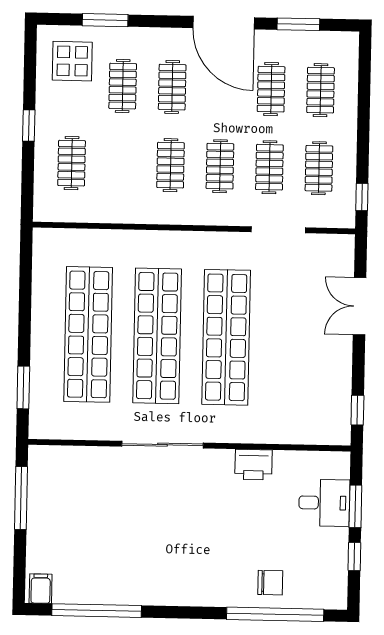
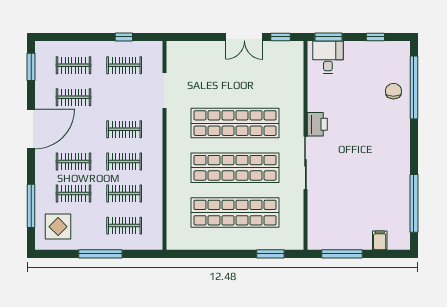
window: (105, 20) -> (31, 206), width x1.44
window: (298, 24) -> (31, 67), moved
window: (29, 126) -> (100, 254), width x2.17
clothes rail: (269, 167) -> (124, 194), moved
window: (362, 197) -> (124, 37), moved
double door: (360, 306) -> (244, 37), moved
printer: (254, 465) -> (317, 124), moved
desk: (324, 503) -> (328, 57), moved
window: (355, 506) -> (328, 37), moved
filing cabinet: (41, 589) -> (380, 240), moved, turned 90

